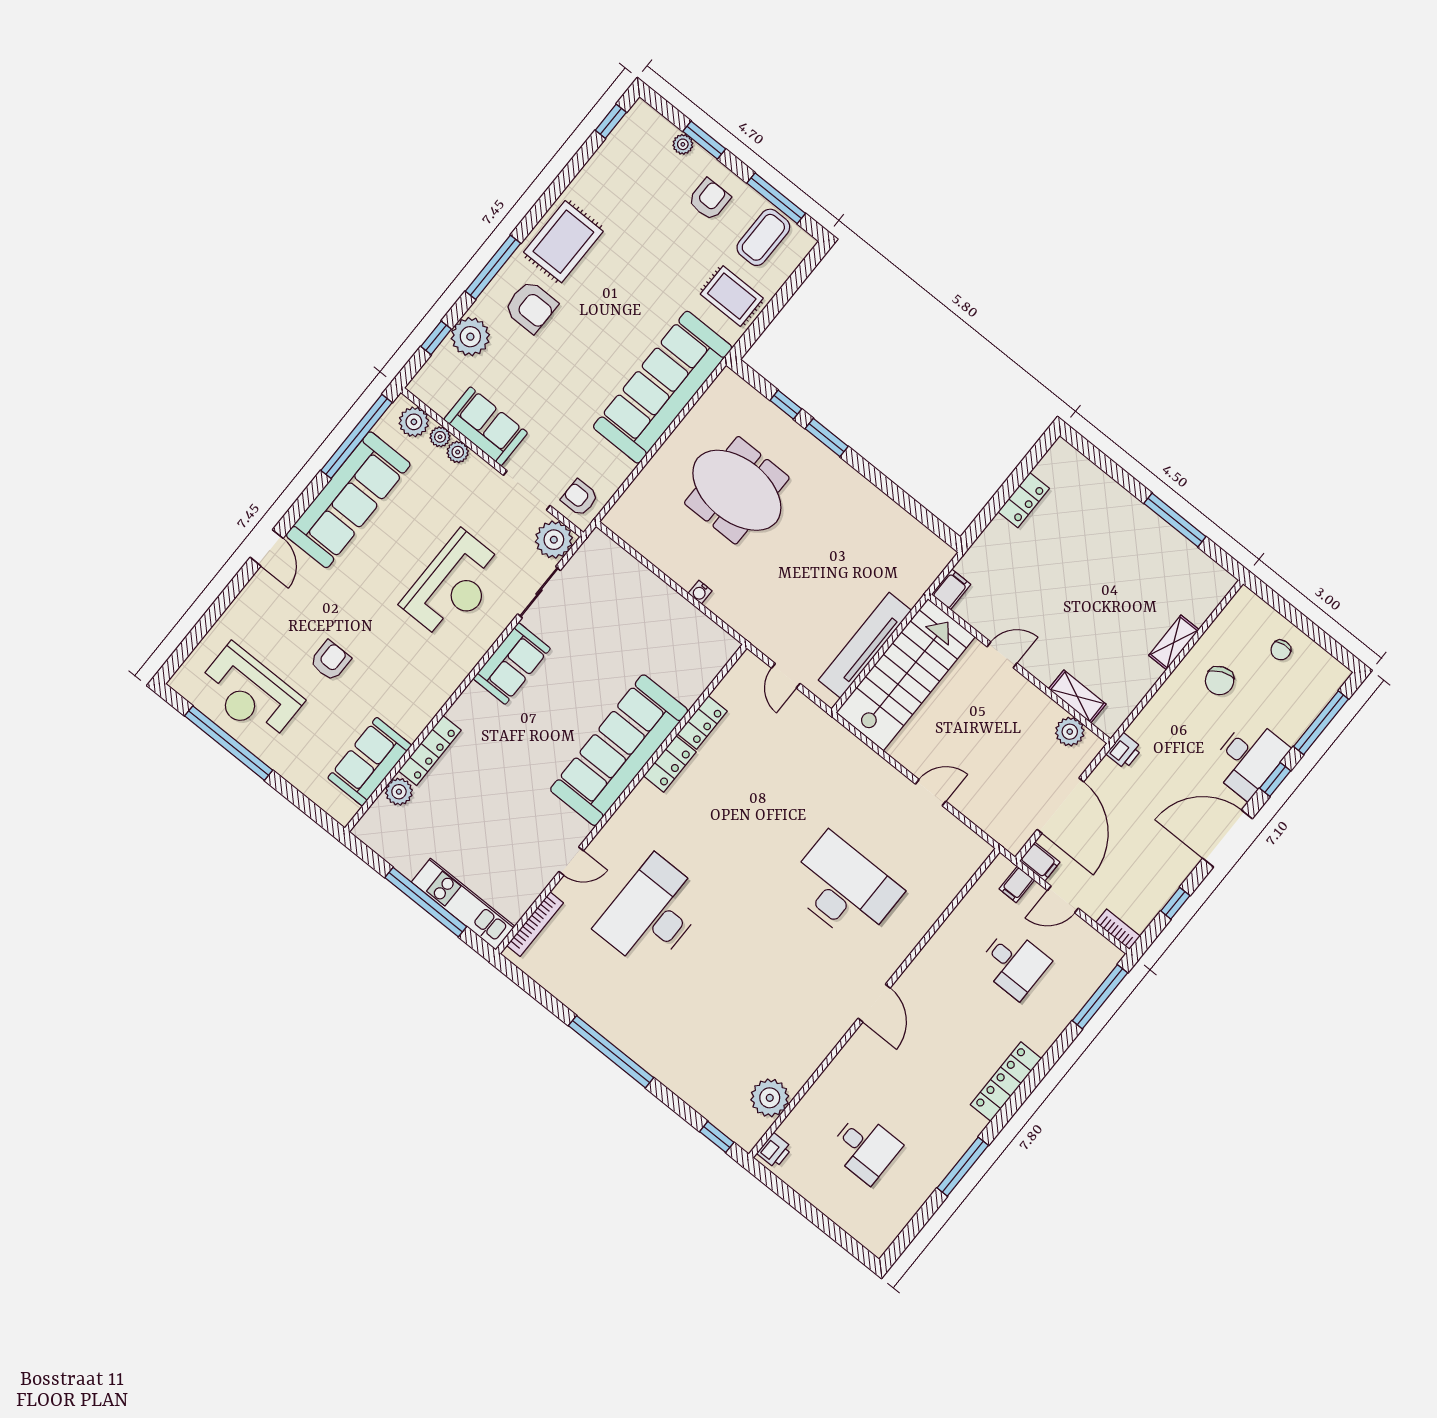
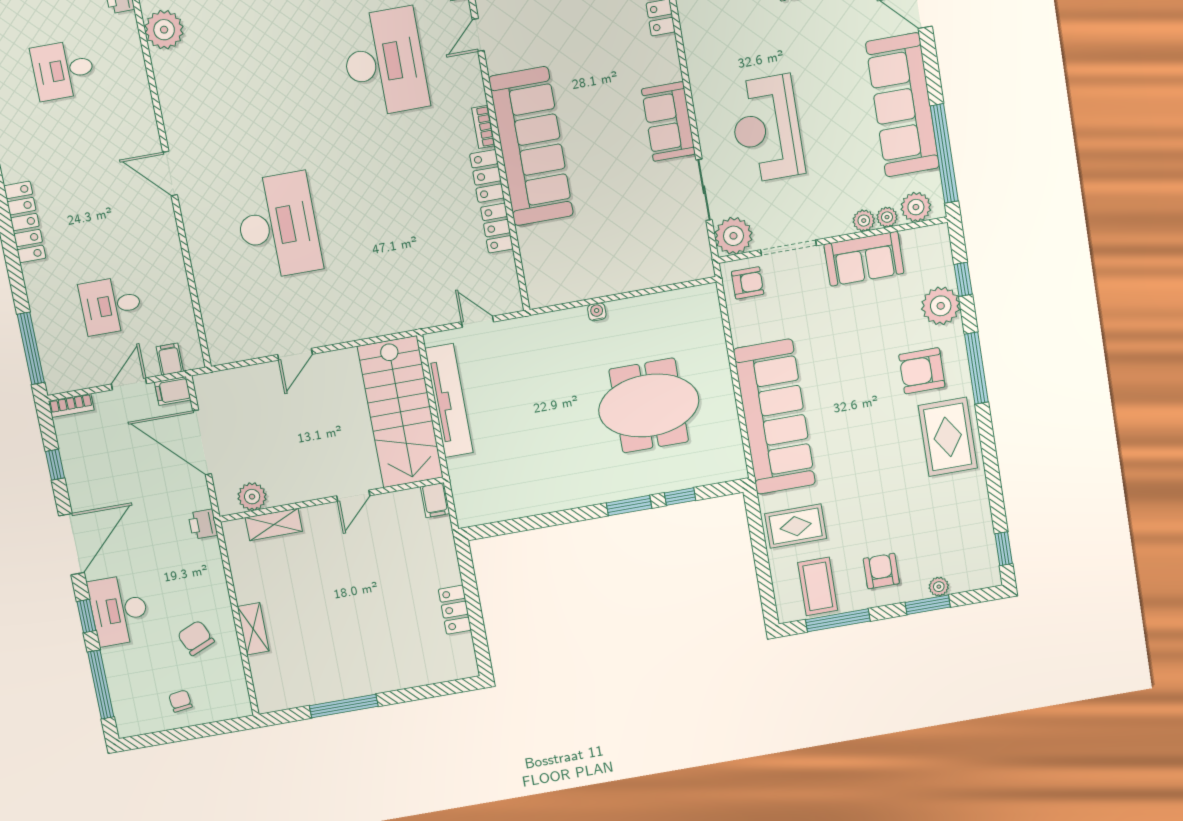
armchair: (709, 199) -> (881, 571), turned 180
bookcase: (636, 798) -> (483, 127), added
desk: (844, 889) -> (278, 226), turned -90

